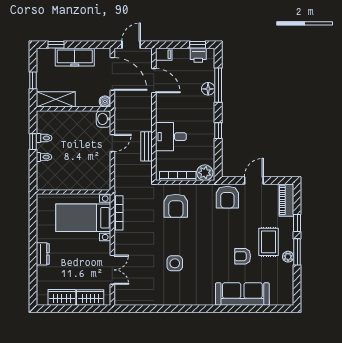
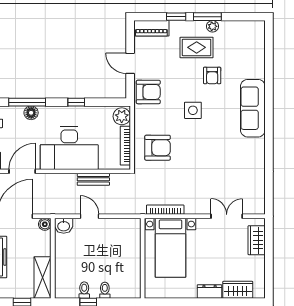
desk: (171, 137) -> (69, 148), width x1.87, depth x1.30
side table: (175, 263) -> (193, 110), moved
sofa: (242, 294) -> (253, 108), moved
wardrobe: (62, 297) -> (238, 290), moved, turned 90

